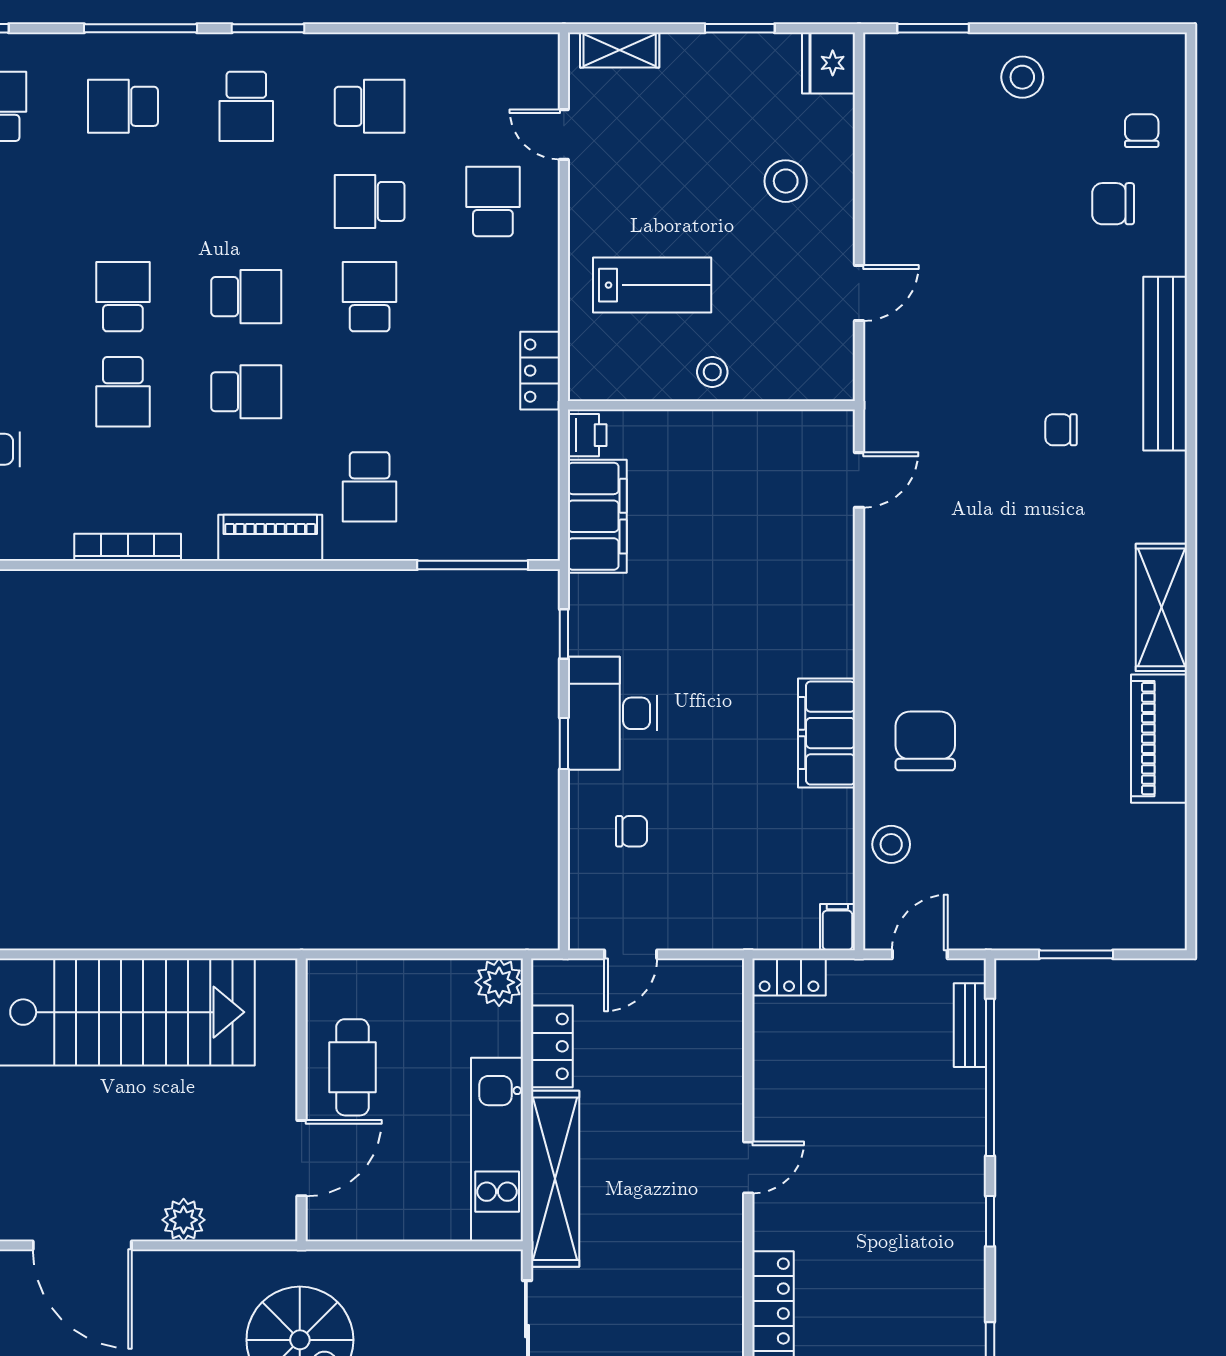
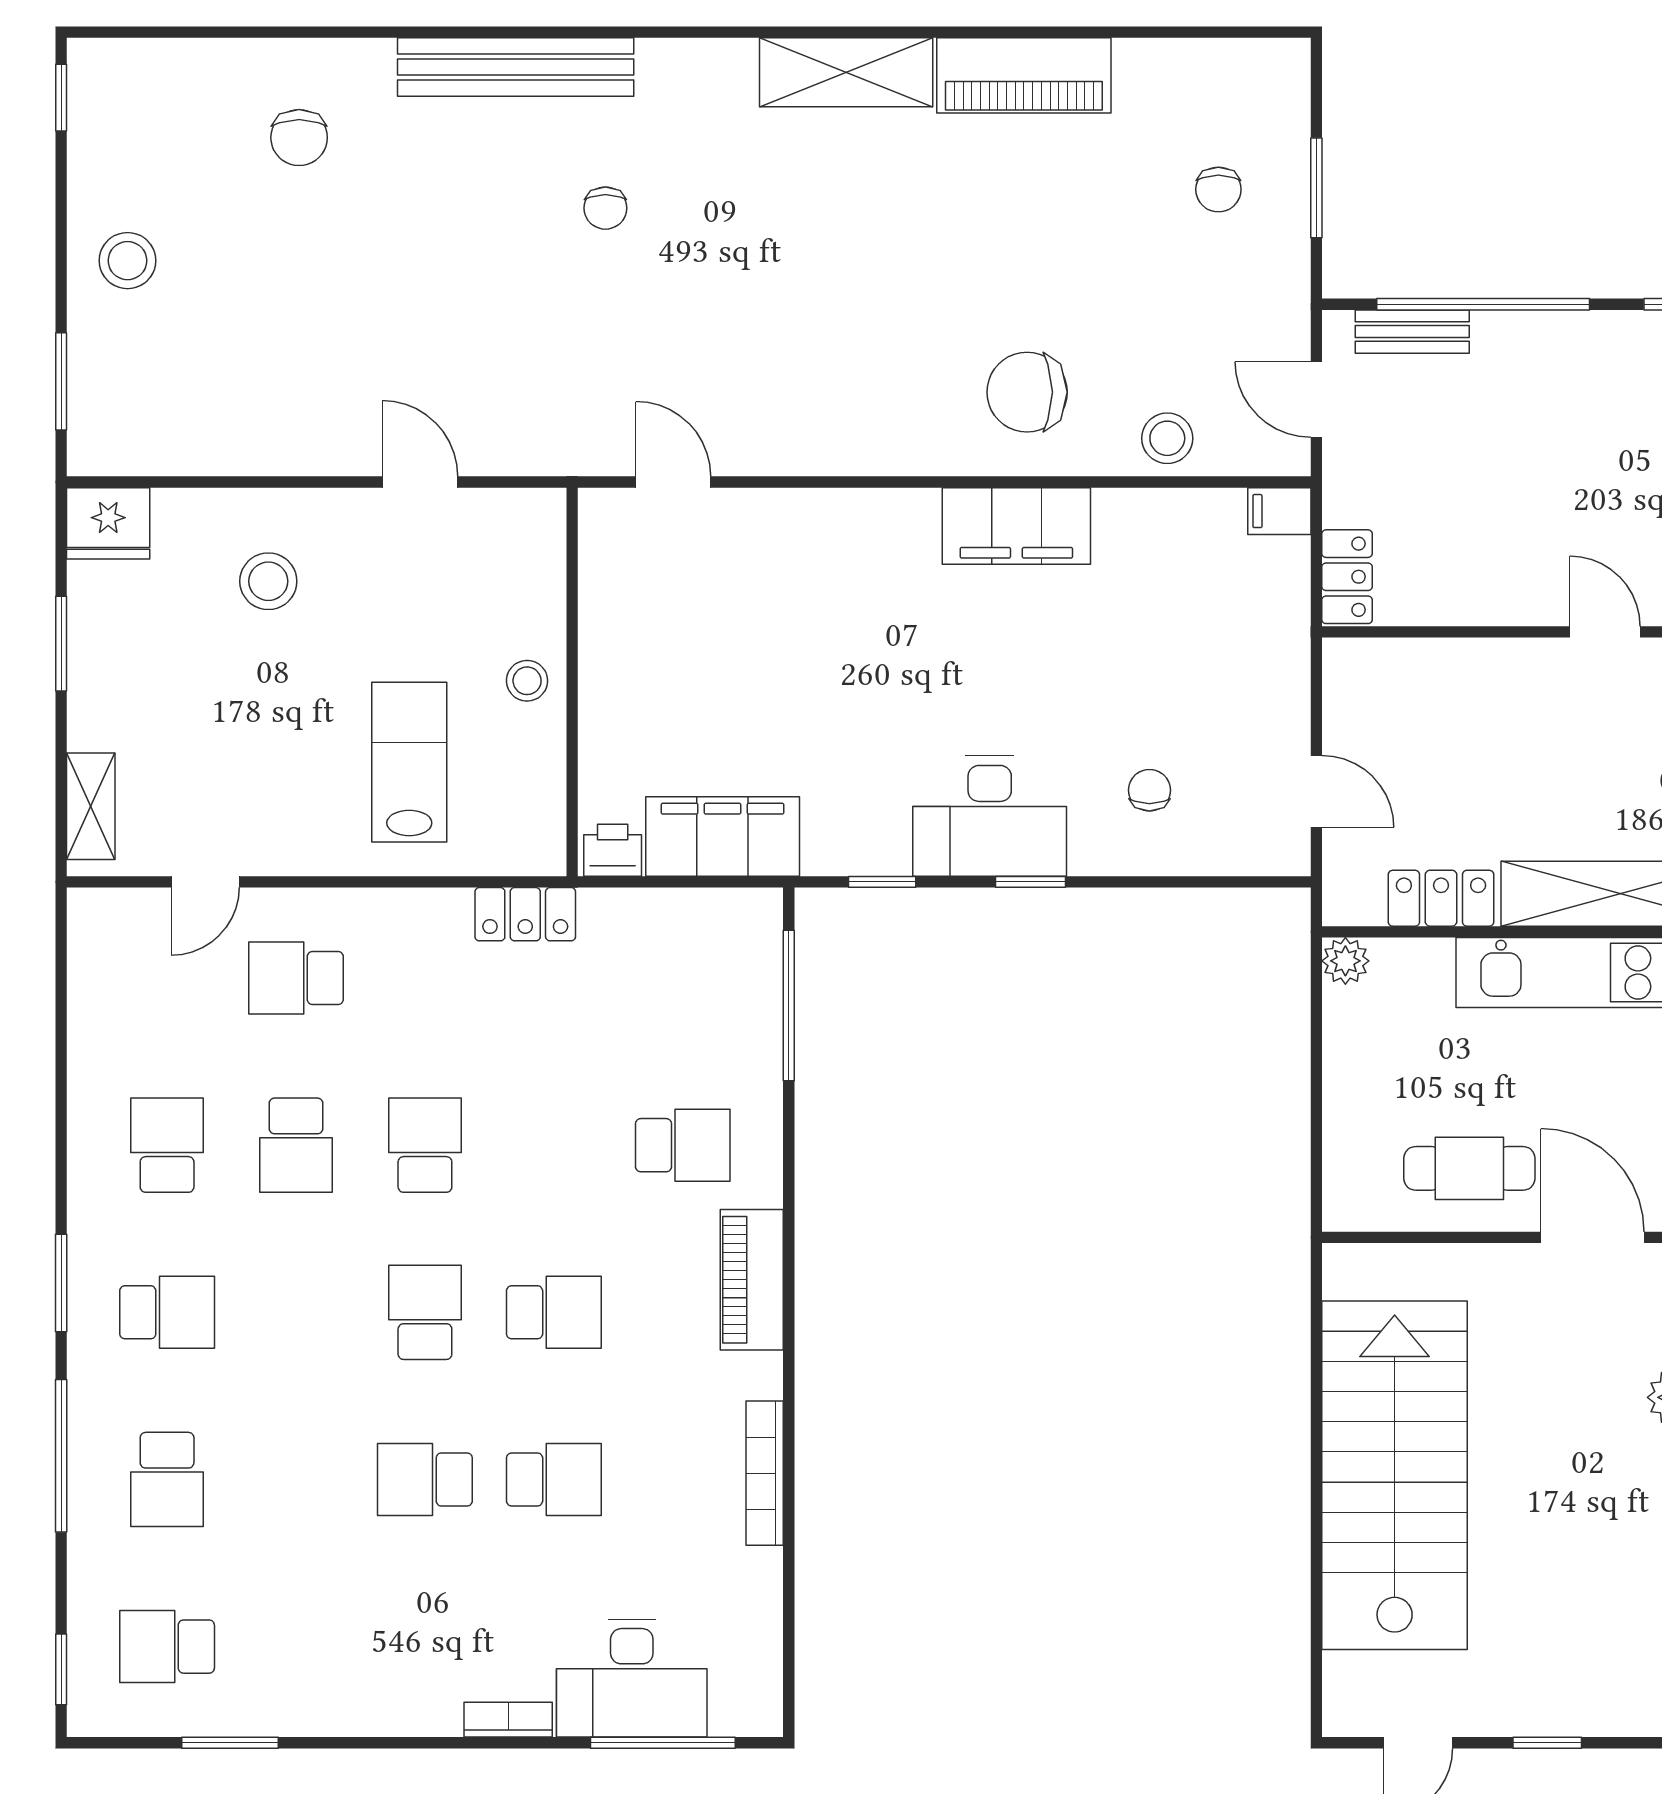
window: (1143, 28) -> (61, 98), added
chair: (1142, 131) -> (1218, 189), moved, turned -90
school desk: (370, 297) -> (425, 1145), turned 90
school desk: (246, 392) -> (554, 1312), turned 90
plant: (499, 982) -> (1345, 961), width x0.73, depth x0.73

